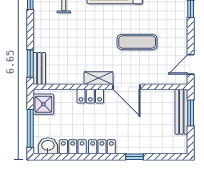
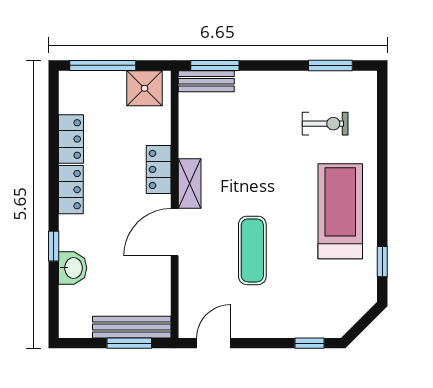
door: (191, 64) -> (213, 343), hinge flipped
washbasin: (48, 146) -> (73, 268), moved

